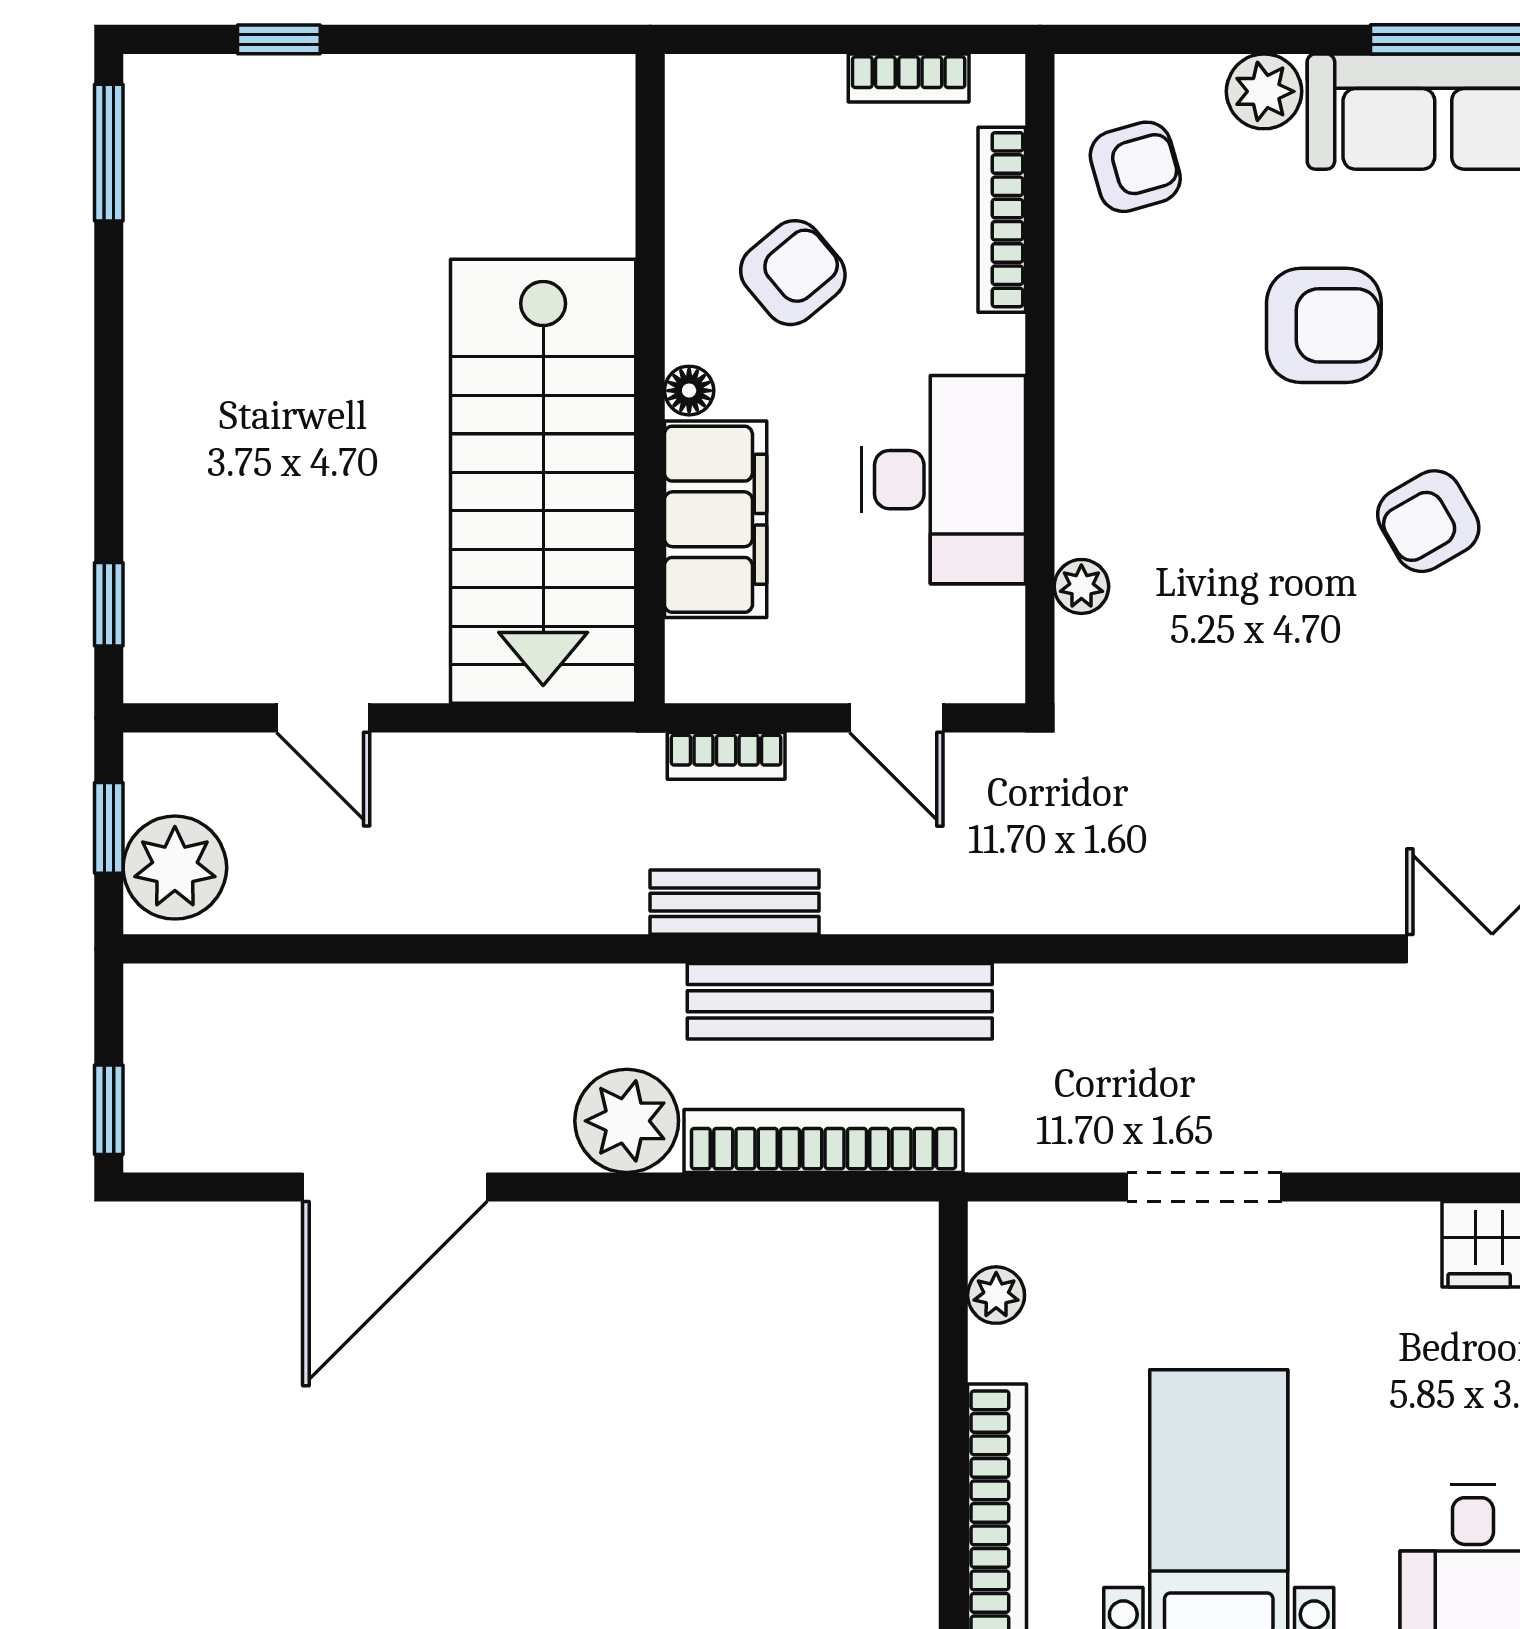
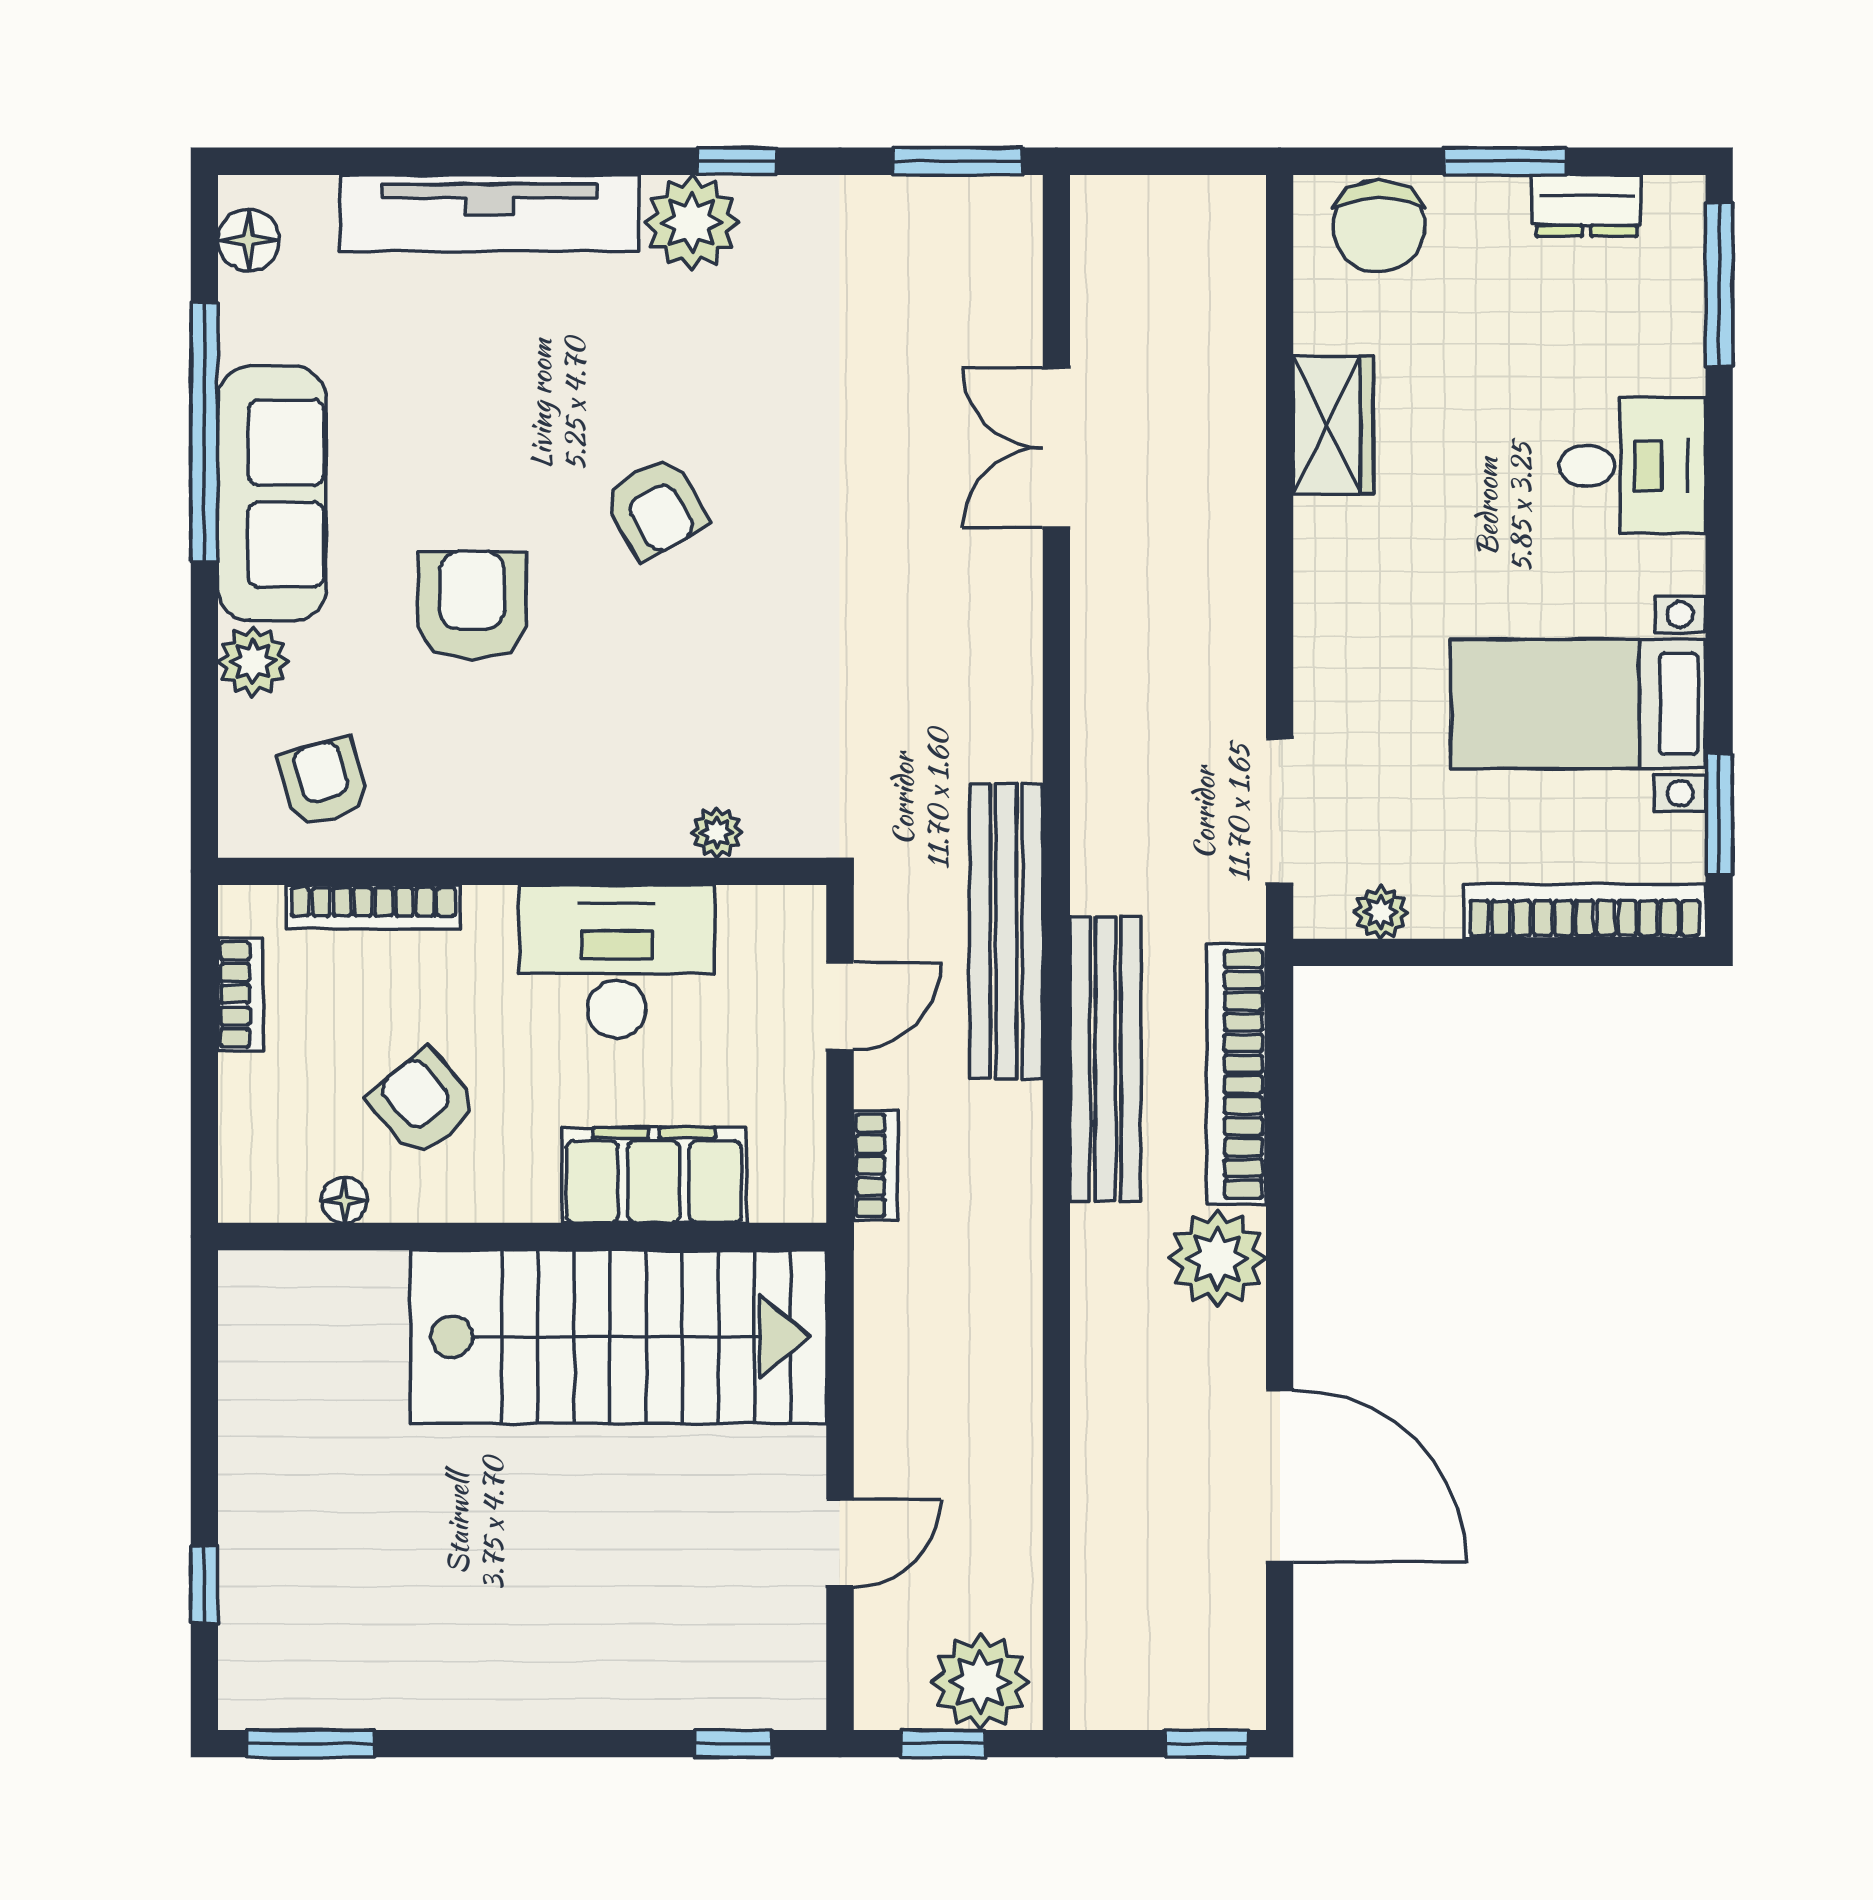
floor lamp: (689, 391) -> (345, 1200), moved
bench: (734, 902) -> (1006, 931), moved, width x1.86, depth x1.21
doorway: (1204, 1187) -> (1280, 811), moved

